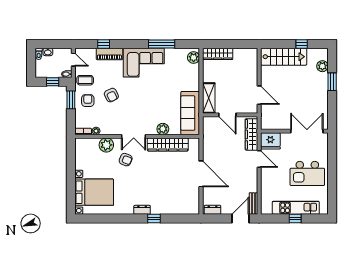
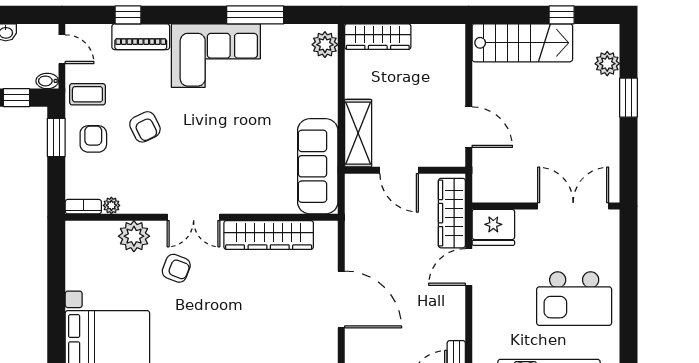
plant: (163, 129) -> (258, 201), removed
door: (259, 159) -> (469, 267), swing flipped

